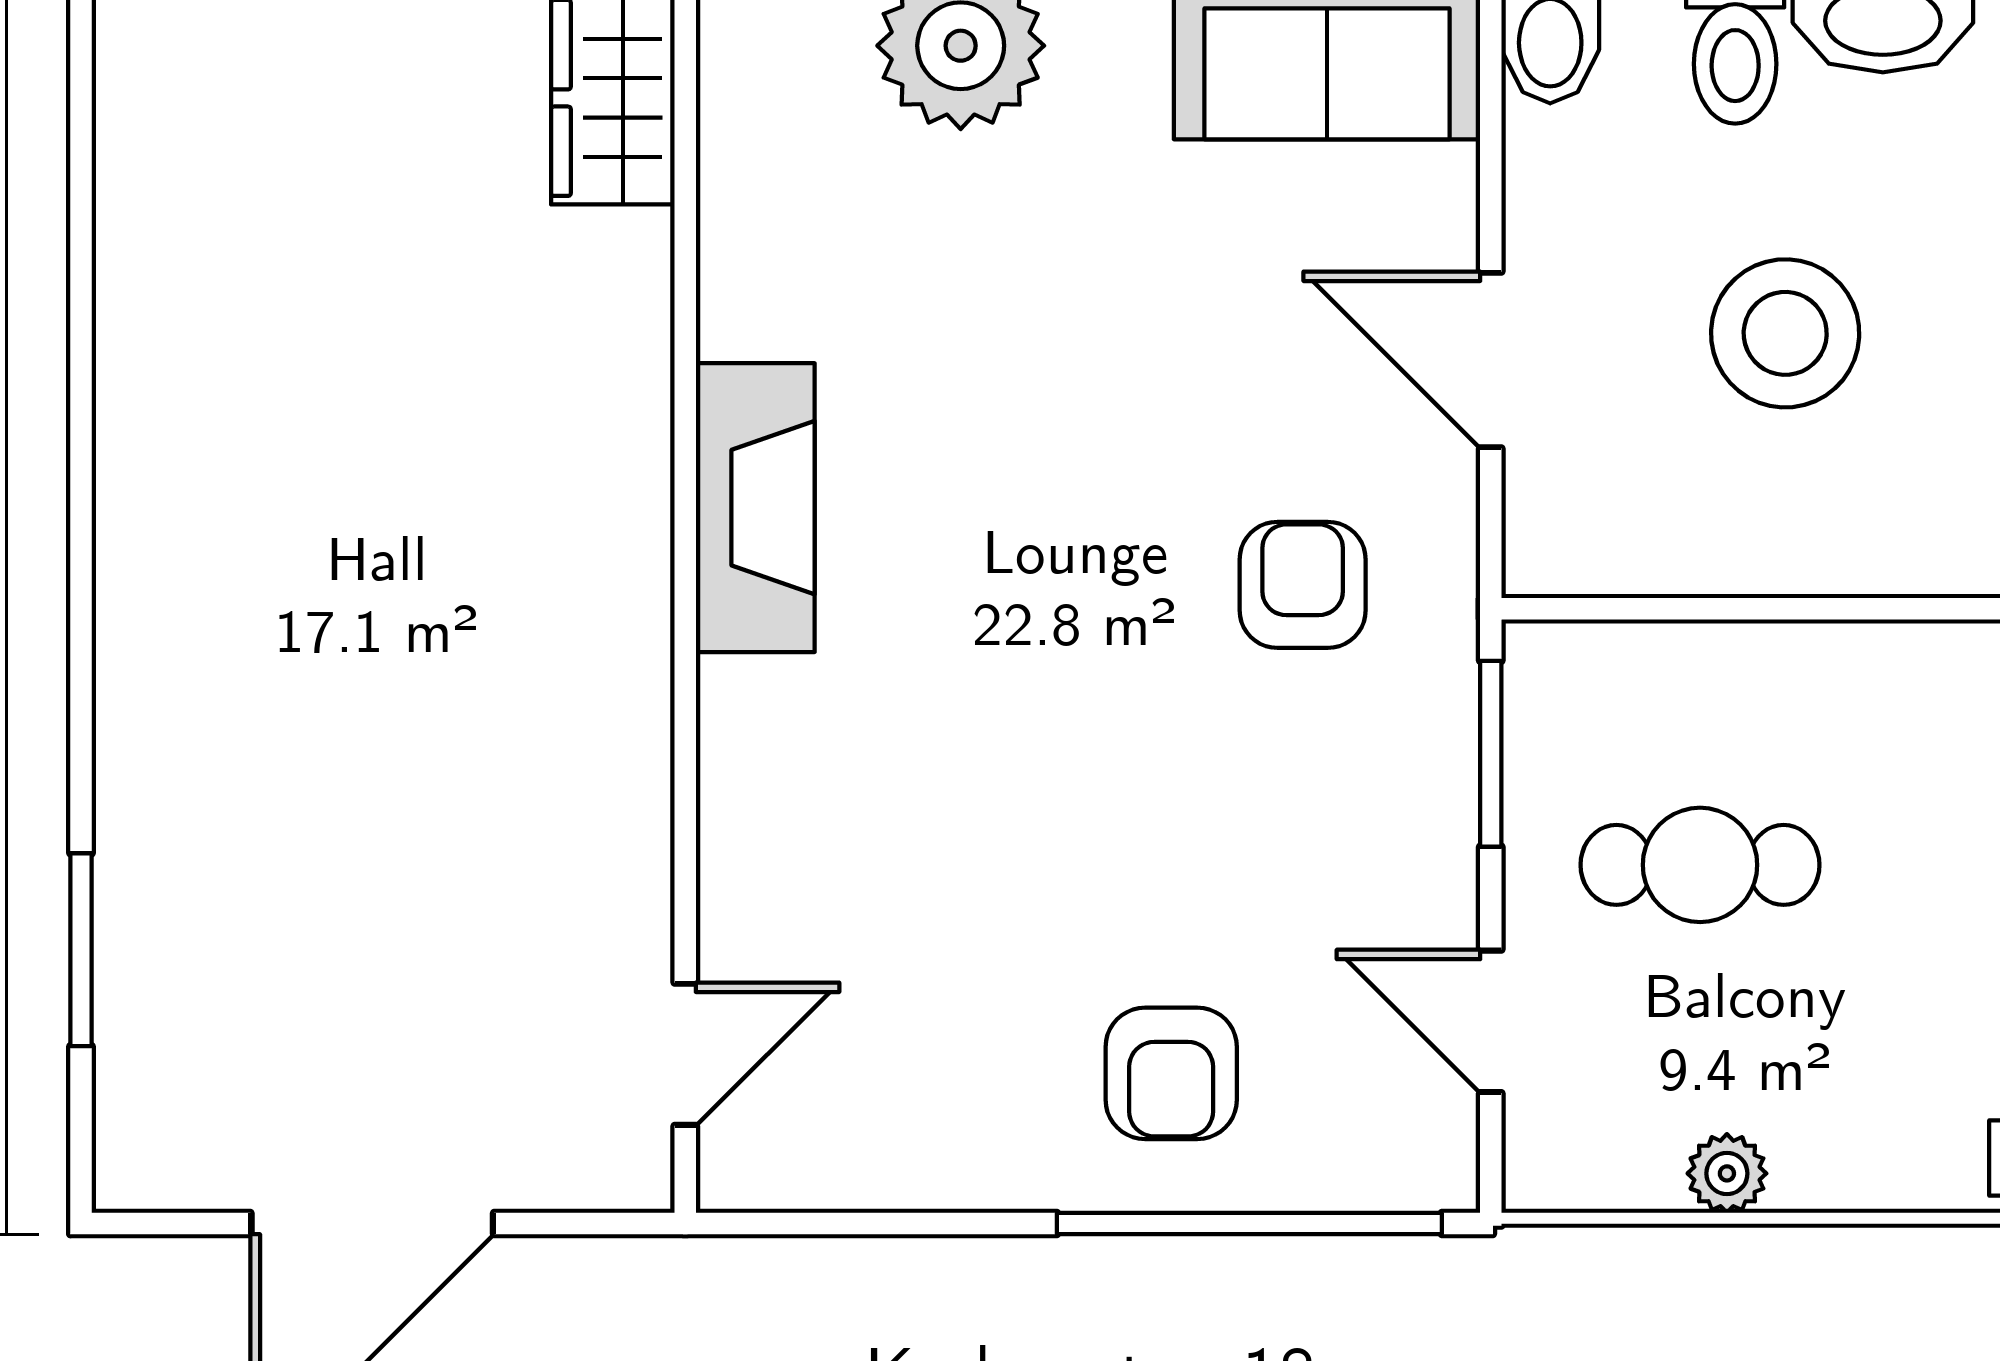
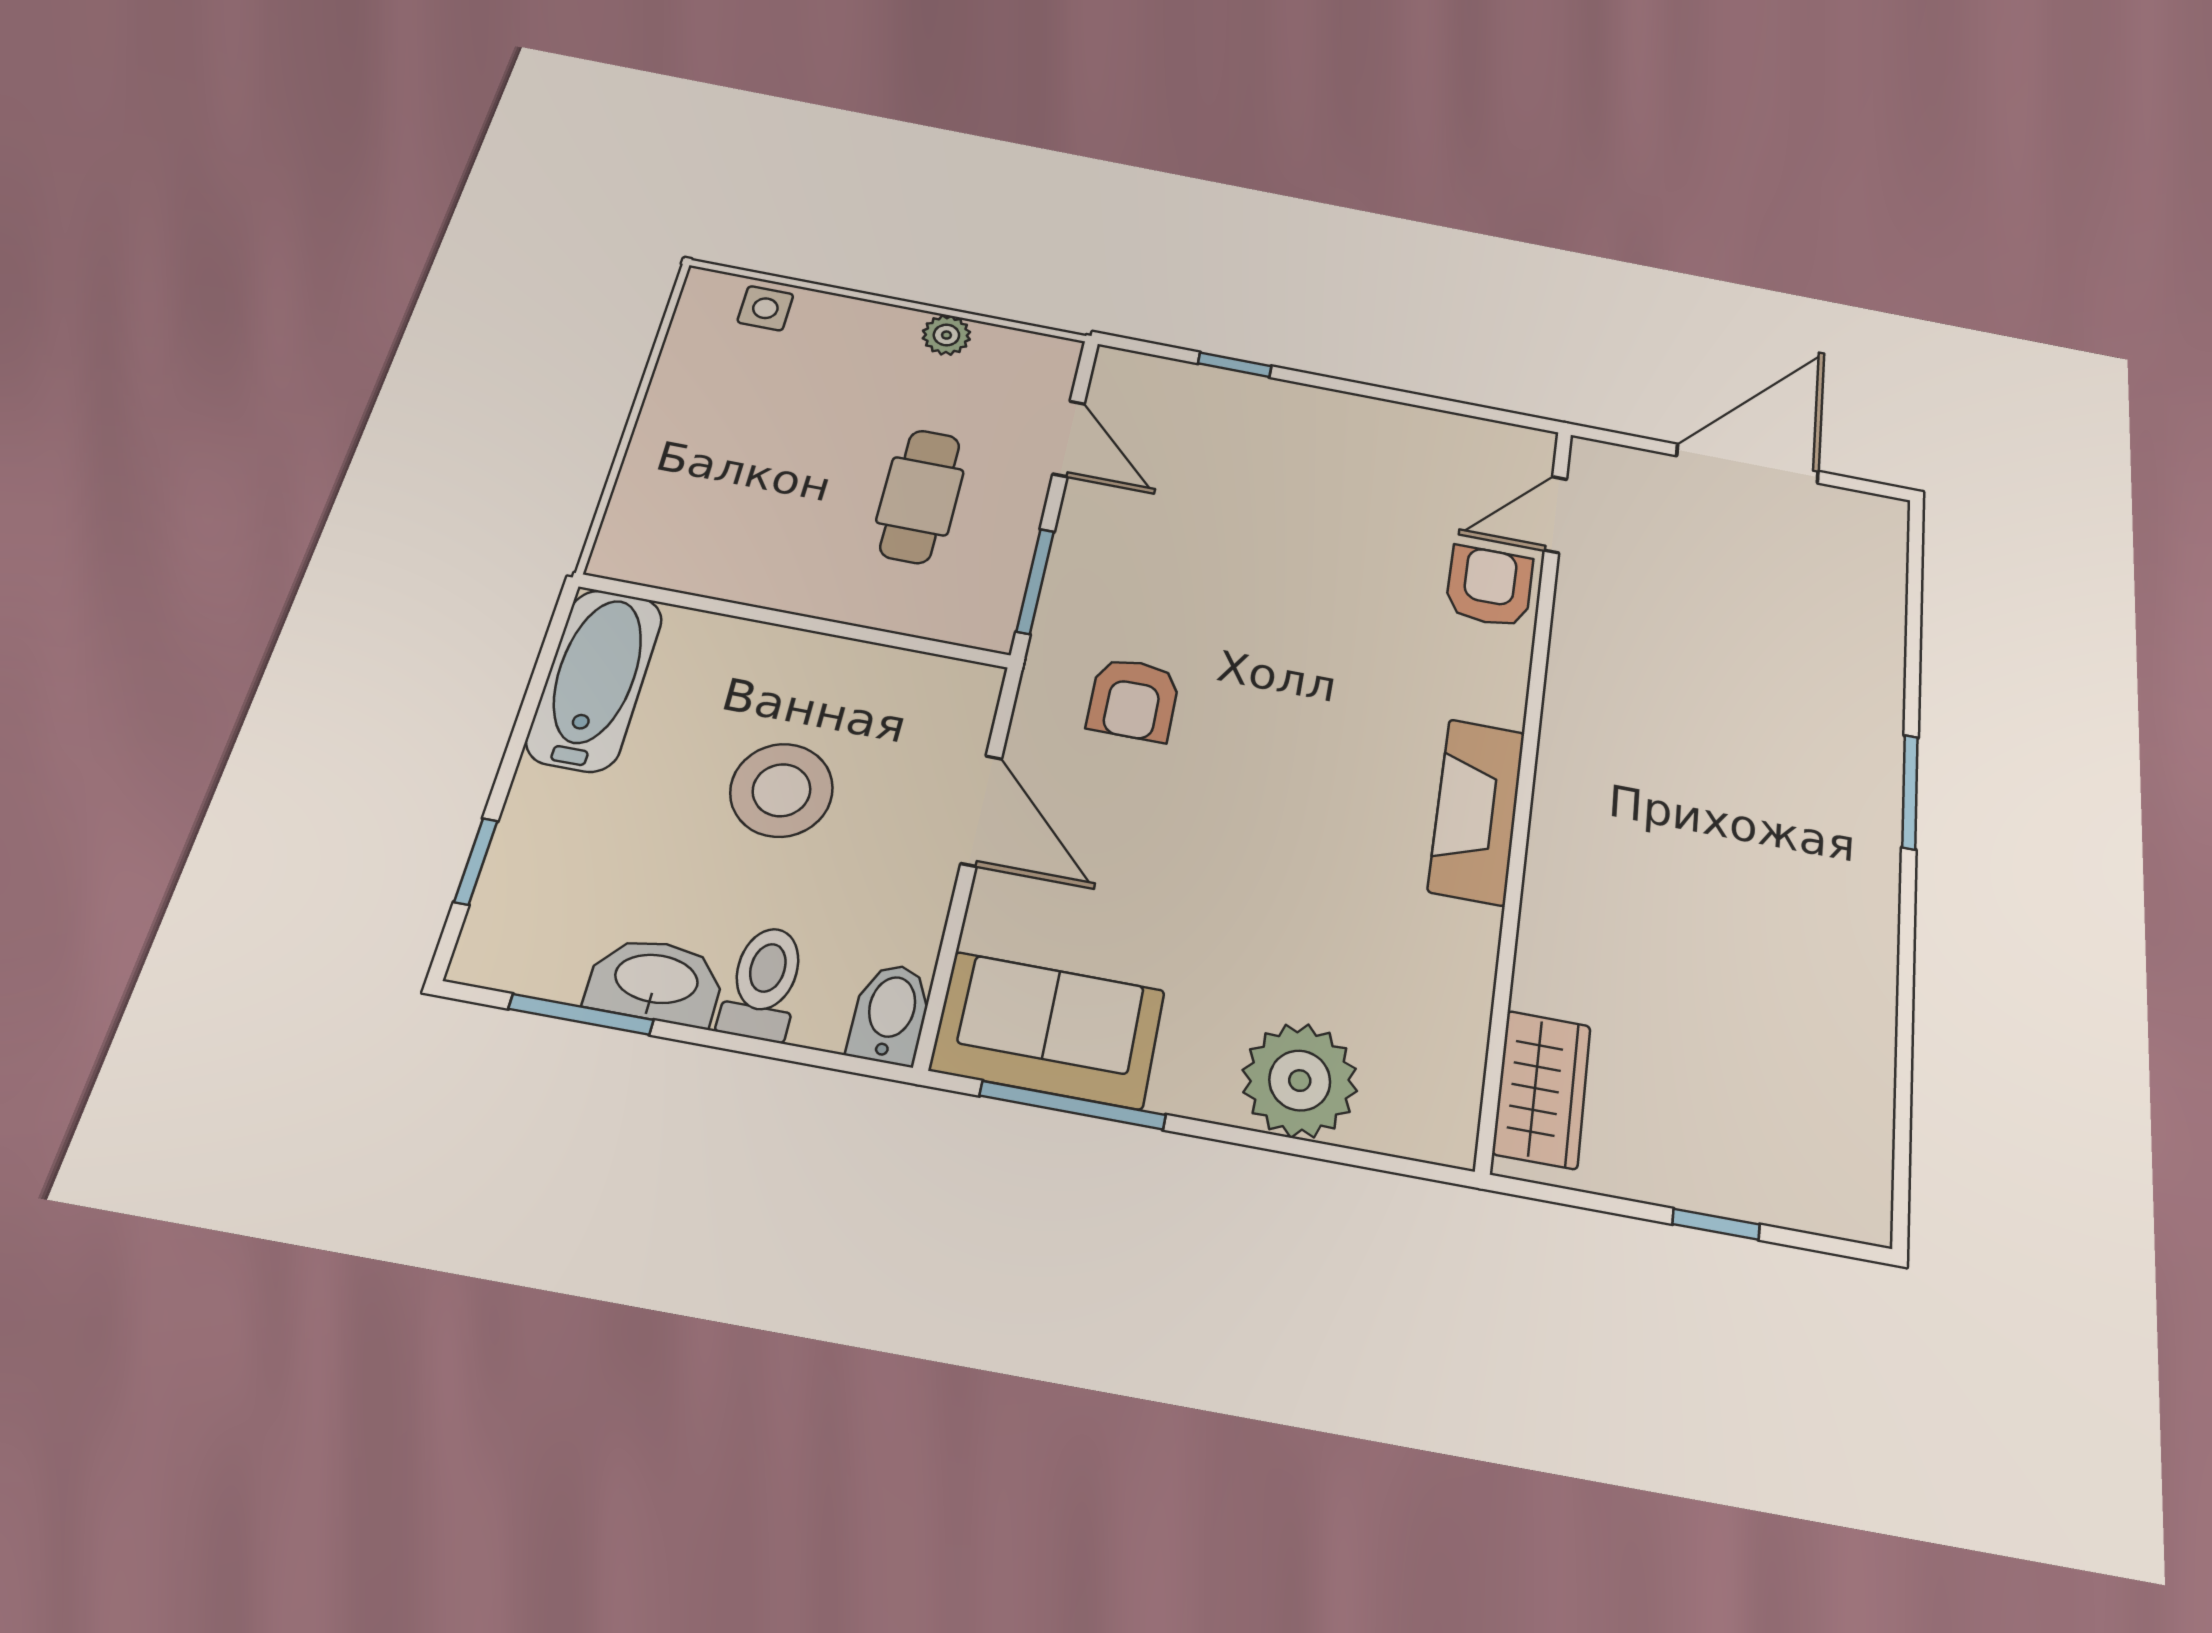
cafe table: (1700, 865) -> (920, 496), turned 90
window: (81, 950) -> (1910, 792), moved
armchair: (1171, 1073) -> (1489, 587), moved
window: (1249, 1224) -> (1235, 365), width x0.32

